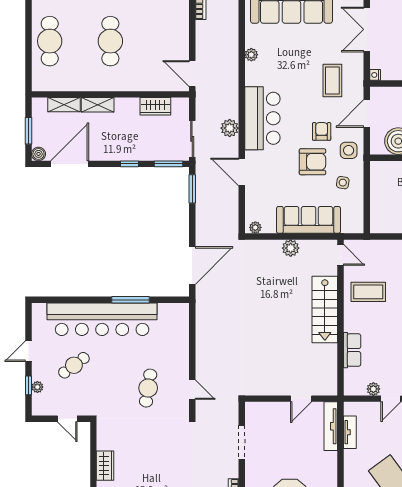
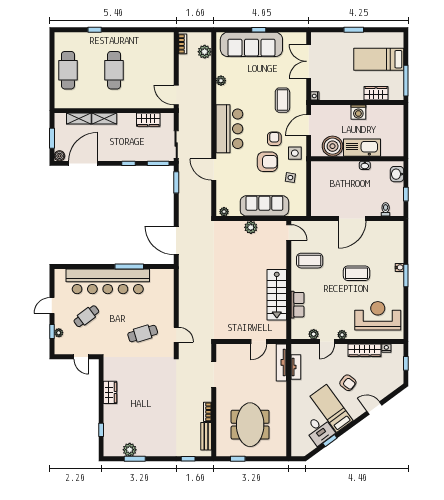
plant: (230, 128) -> (205, 52), moved
door: (192, 265) -> (176, 240), swing flipped
stairs: (325, 309) -> (277, 295), moved
cafe table: (148, 388) -> (143, 334), turned 64

